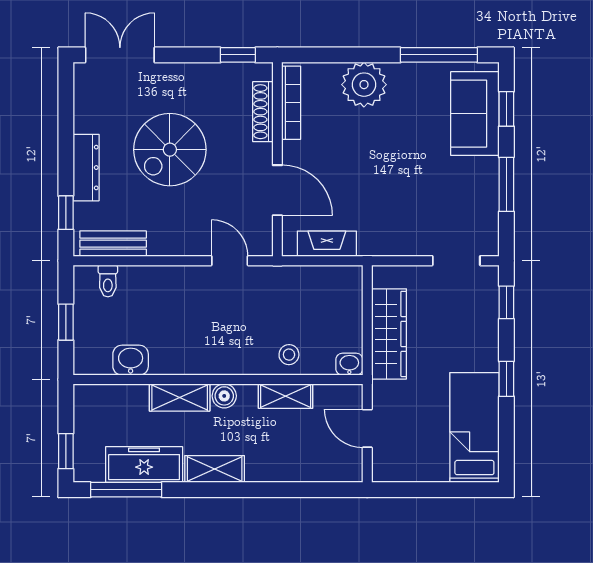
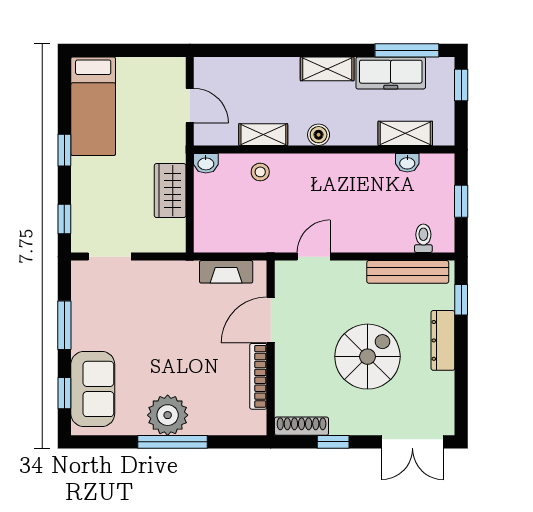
window: (238, 55) -> (333, 442), moved
window: (439, 55) -> (173, 442), moved
plant: (364, 85) -> (168, 415), moved
bookcase: (291, 103) -> (258, 376), moved
shoe rack: (263, 112) -> (302, 426), moved, turned -90
door: (277, 190) -> (271, 320), hinge flipped
bench: (113, 244) -> (408, 272), width x1.36
door: (230, 261) -> (314, 257), swing flipped
wardrobe: (389, 334) -> (170, 191), width x0.67
washbasin: (131, 360) -> (407, 163), width x0.72, depth x0.69
shelving: (180, 397) -> (405, 133), moved

